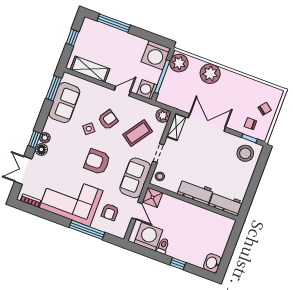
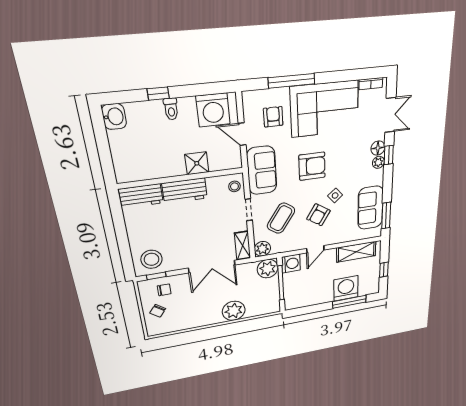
washing machine: (156, 55) -> (346, 288), moved
plant: (179, 63) -> (268, 269), moved
shower: (152, 197) -> (197, 163), moved
toilet: (163, 246) -> (171, 109), moved

